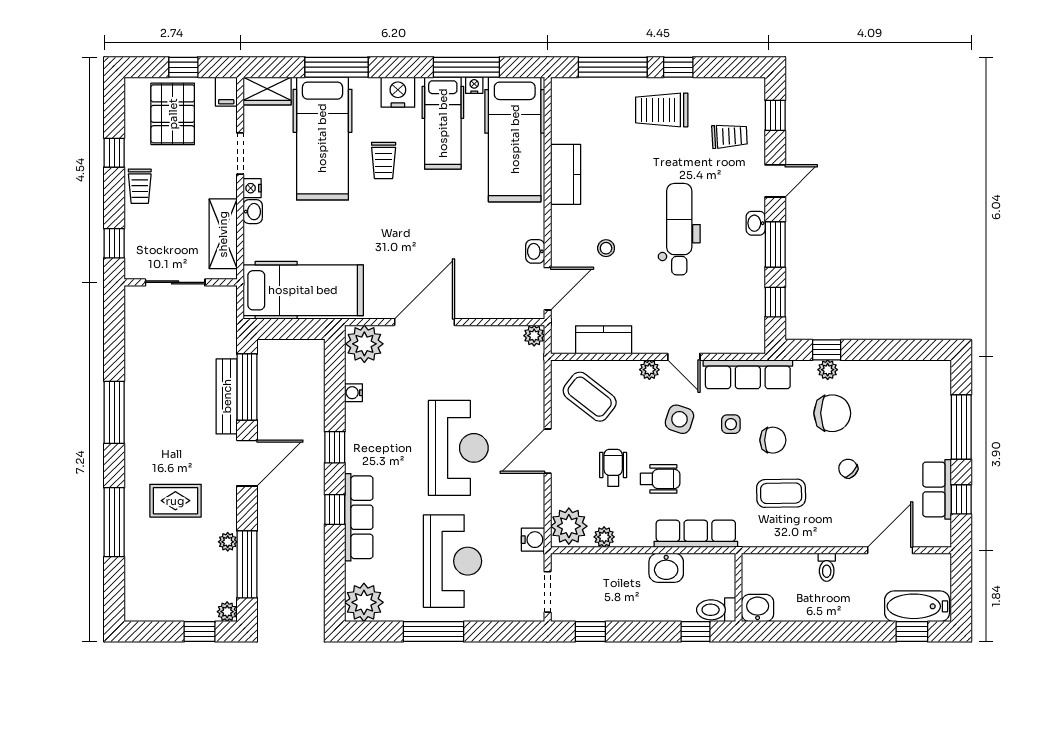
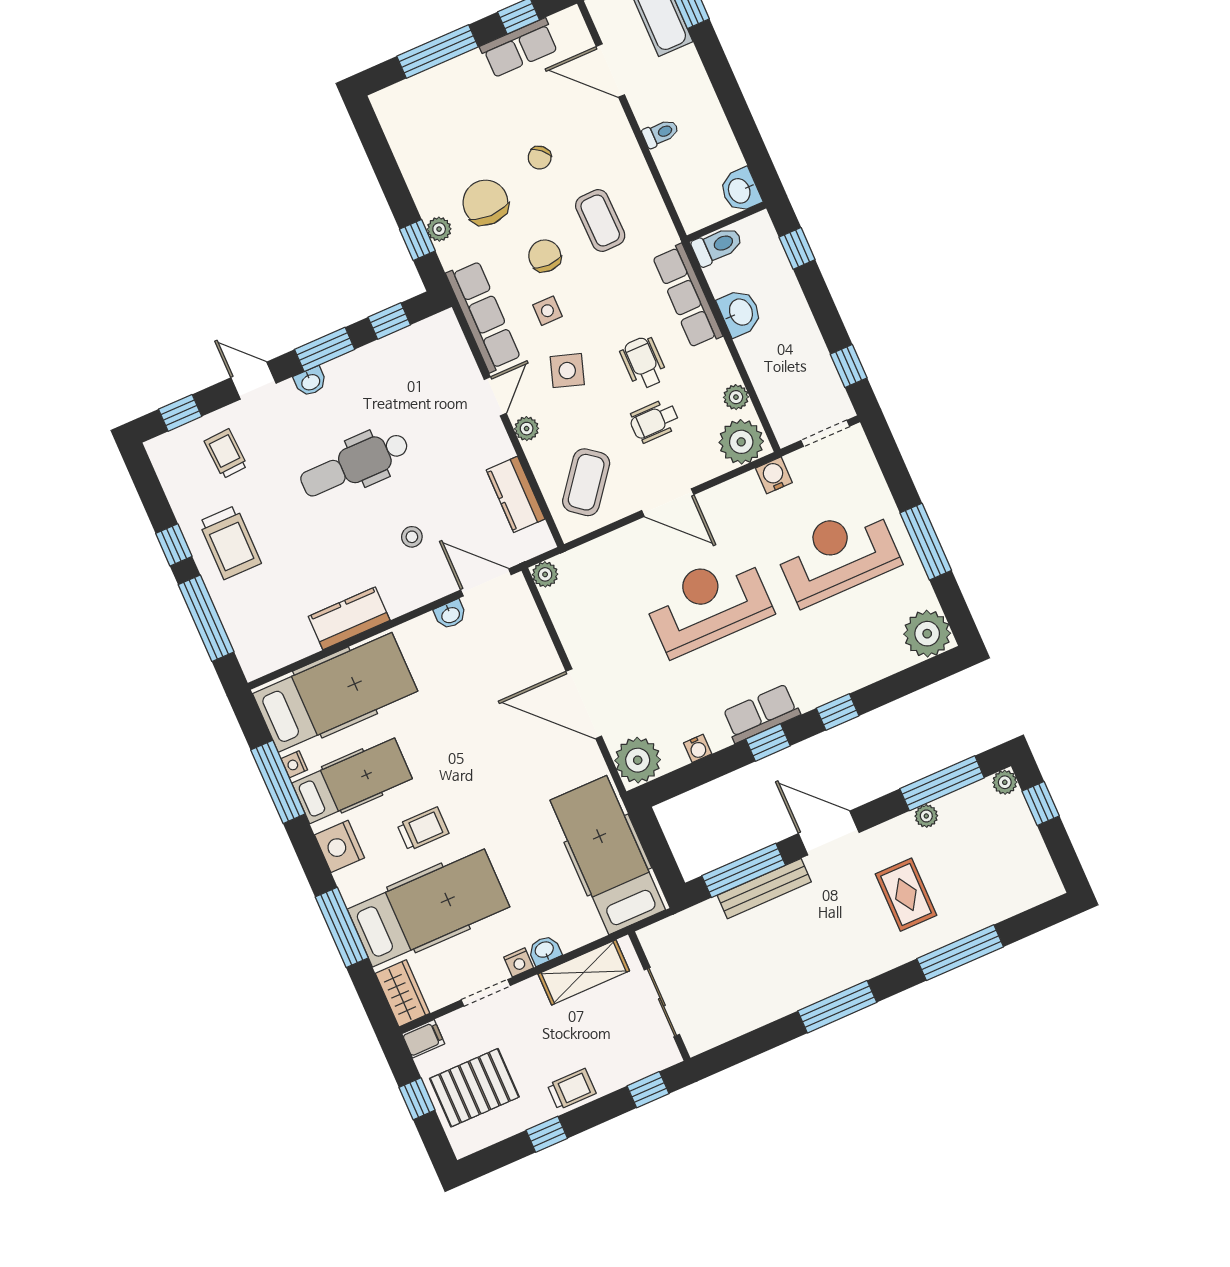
row of seats: (359, 517) -> (761, 713), moved, width x0.68
toilet: (716, 610) -> (717, 246), moved, turned -90

